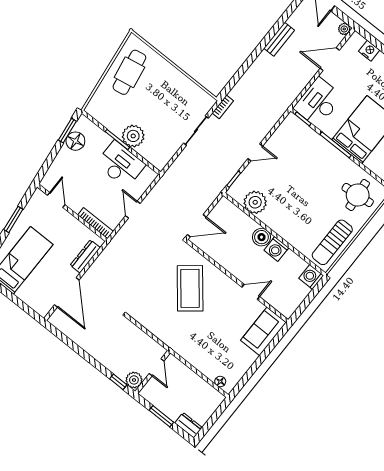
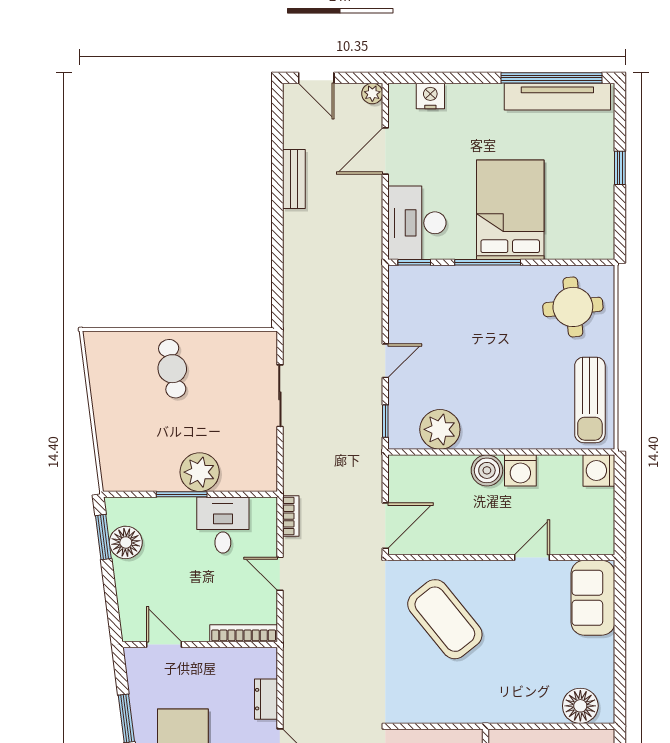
cafe table: (129, 72) -> (172, 369), moved, width x0.73, depth x0.74
bookcase: (223, 107) -> (291, 516), moved
desk: (120, 164) -> (223, 525), width x0.73
dresser: (85, 256) -> (266, 699), width x0.70
floor lamp: (220, 382) -> (580, 706), width x1.89, depth x1.89

